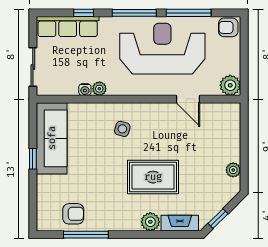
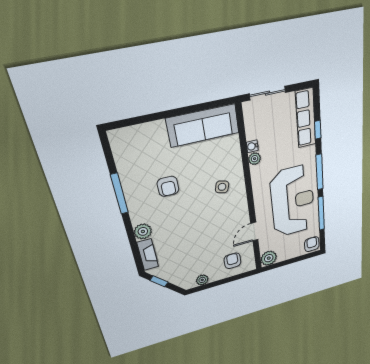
armchair: (219, 130) -> (233, 261), added
window: (33, 159) -> (180, 111), removed
rug: (153, 177) -> (184, 223), removed
armchair: (73, 214) -> (168, 186), moved
window: (86, 235) -> (119, 194), moved

